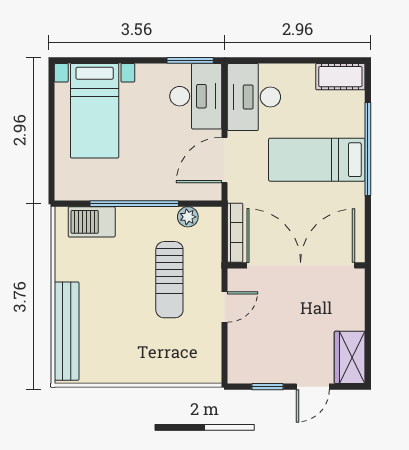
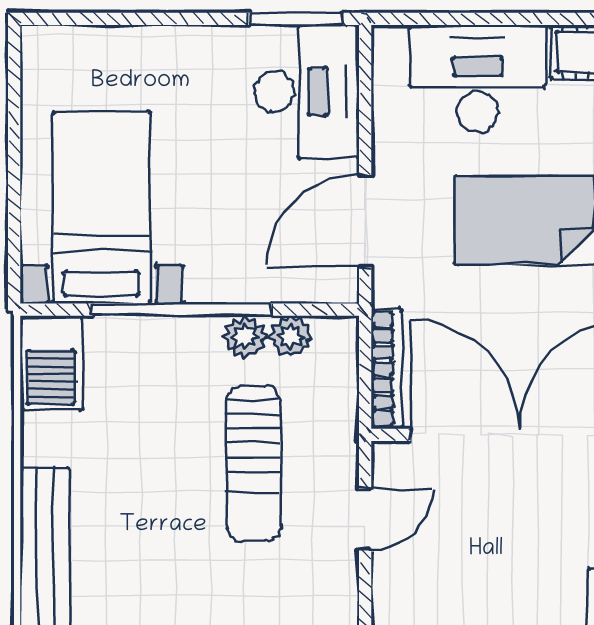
desk: (254, 97) -> (478, 79), moved, turned 90
bed with nightstands: (95, 111) -> (101, 207), moved, turned 180
plant: (165, 217) -> (245, 337), added
barbecue: (92, 222) -> (51, 363), moved, turned -90

